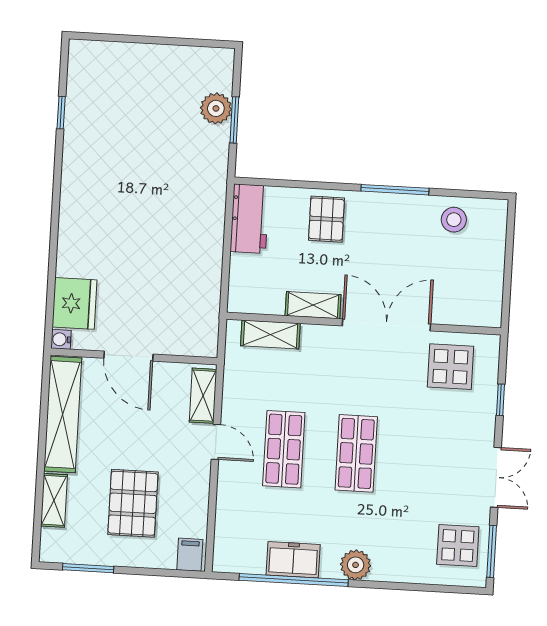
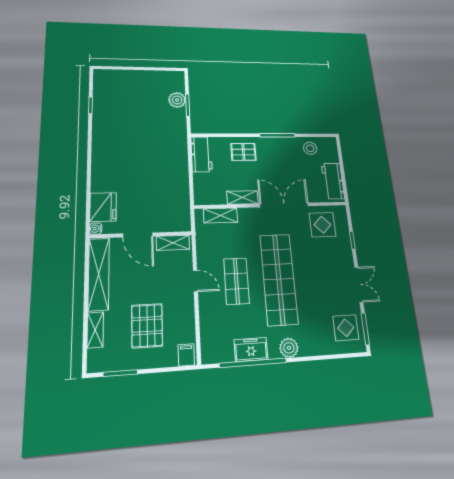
pallet: (327, 219) -> (243, 152), turned 90
workbench: (486, 287) -> (333, 181), added
shelving: (203, 396) -> (173, 243), moved, turned 90
shop shelf: (356, 453) -> (279, 279), width x2.00, depth x1.36

